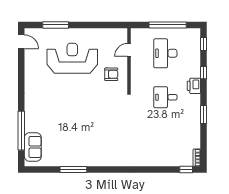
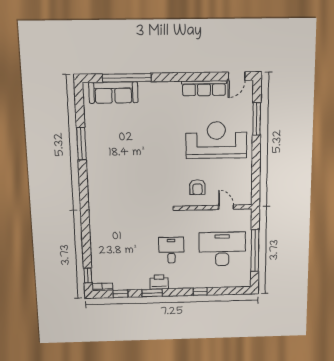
window: (203, 44) -> (120, 294), moved
desk: (165, 53) -> (222, 249), width x1.36, depth x1.30
reception desk: (72, 58) -> (216, 140), turned -90
row of seats: (30, 68) -> (204, 88), added
printer: (194, 86) -> (159, 282), moved
sofa: (33, 147) -> (113, 93), width x1.36

